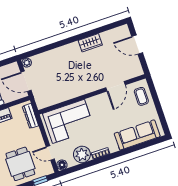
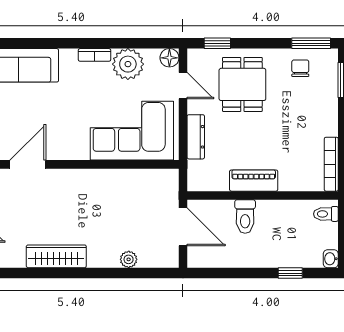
wardrobe: (90, 43) -> (56, 256), width x1.50
plant: (27, 63) -> (129, 259), moved
dresser: (30, 116) -> (196, 137), moved

